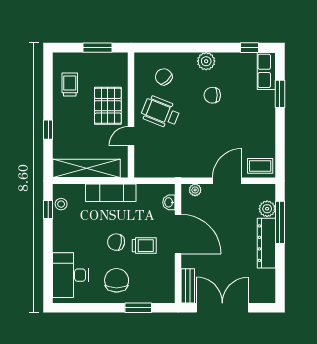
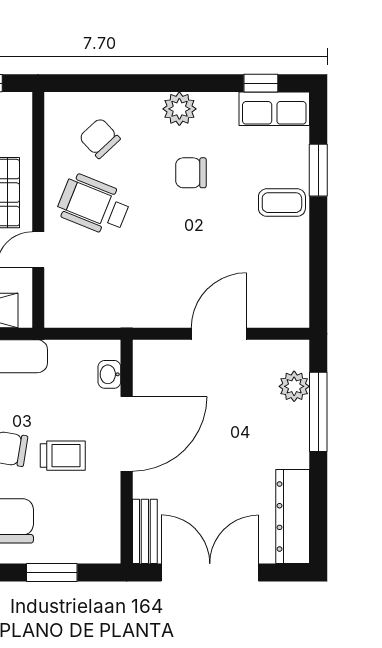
row of seats: (266, 71) -> (274, 109), moved, turned -90
coffee table: (260, 166) -> (282, 203), moved
plant: (195, 190) -> (159, 351), removed
door: (178, 234) -> (127, 434), hinge flipped
dresser: (266, 243) -> (293, 517), moved

